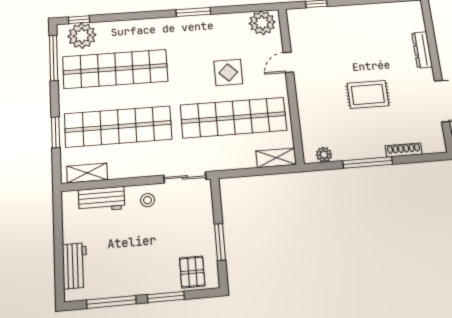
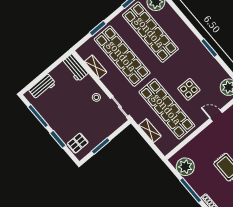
plant: (324, 155) -> (185, 167), width x1.87, depth x1.87
shelving: (276, 158) -> (150, 131), moved
shelving: (87, 173) -> (96, 67), moved
workbench: (102, 199) -> (75, 68), moved

